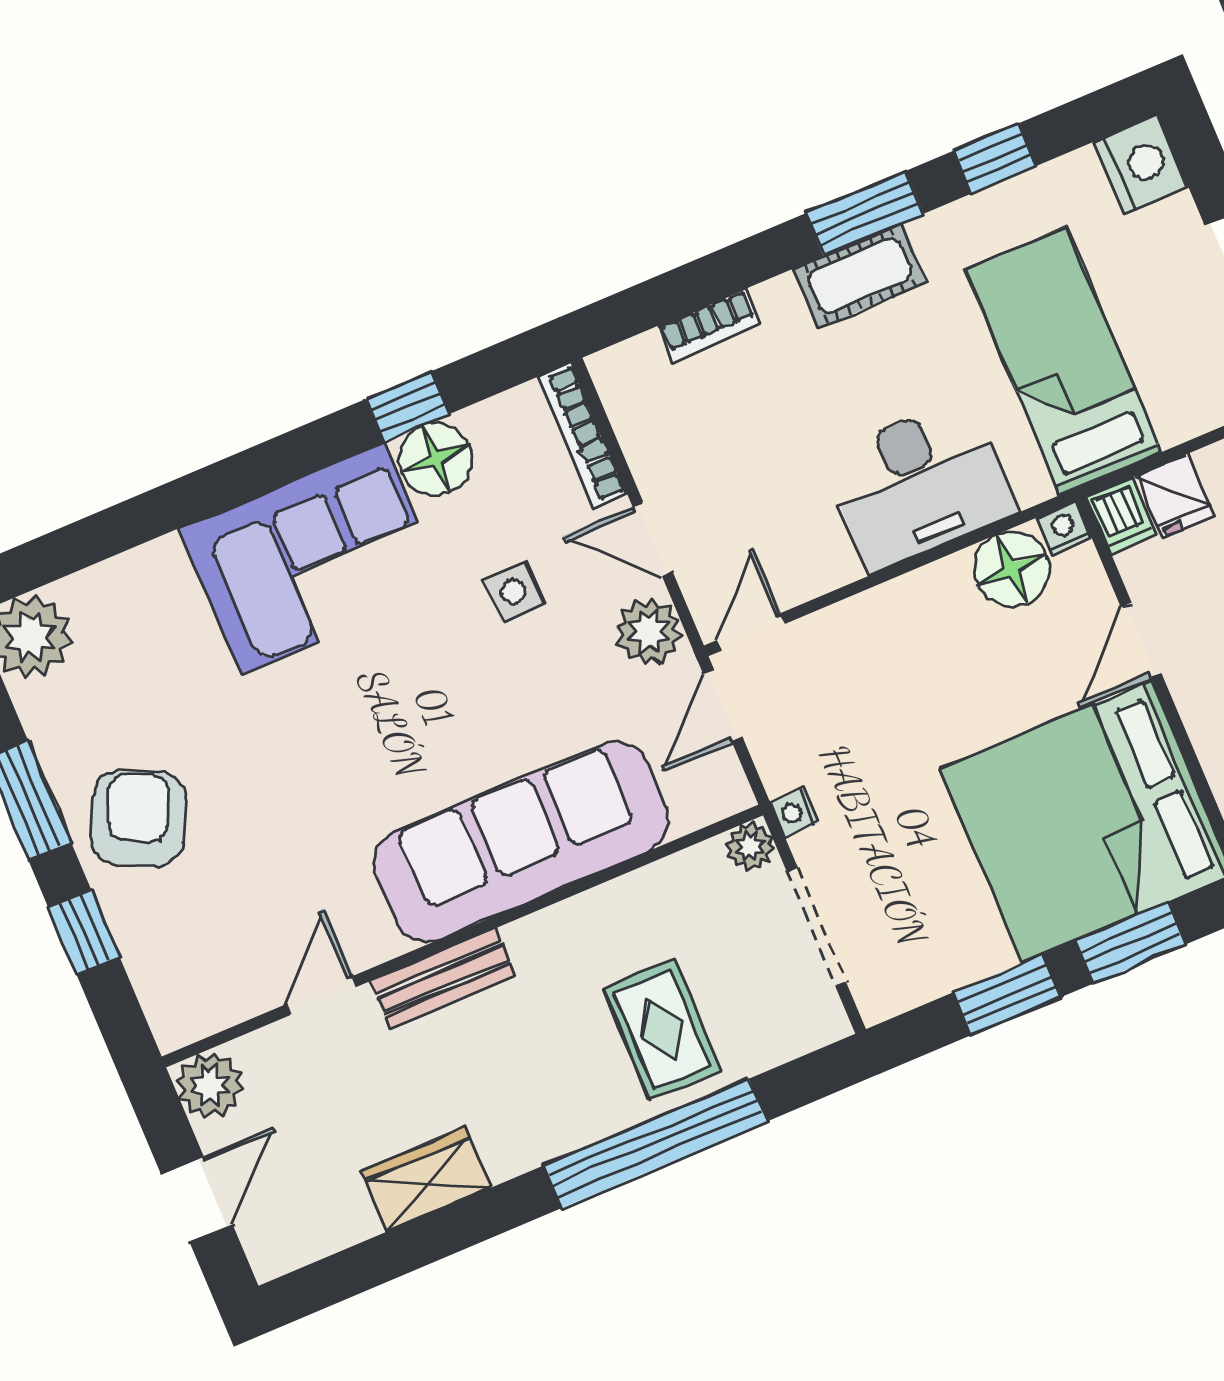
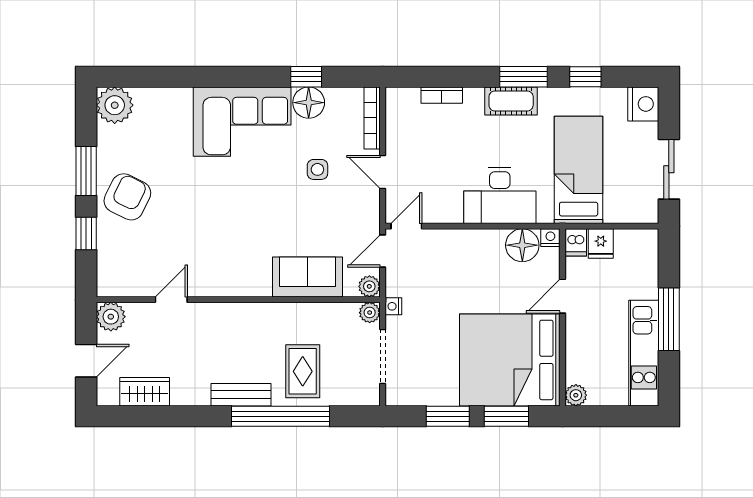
plant: (649, 632) -> (369, 286), moved, width x0.73, depth x0.73
sofa: (521, 842) -> (308, 277), width x0.54, depth x0.79
bench: (443, 979) -> (241, 395), moved
wardrobe: (426, 1179) -> (145, 392), moved

